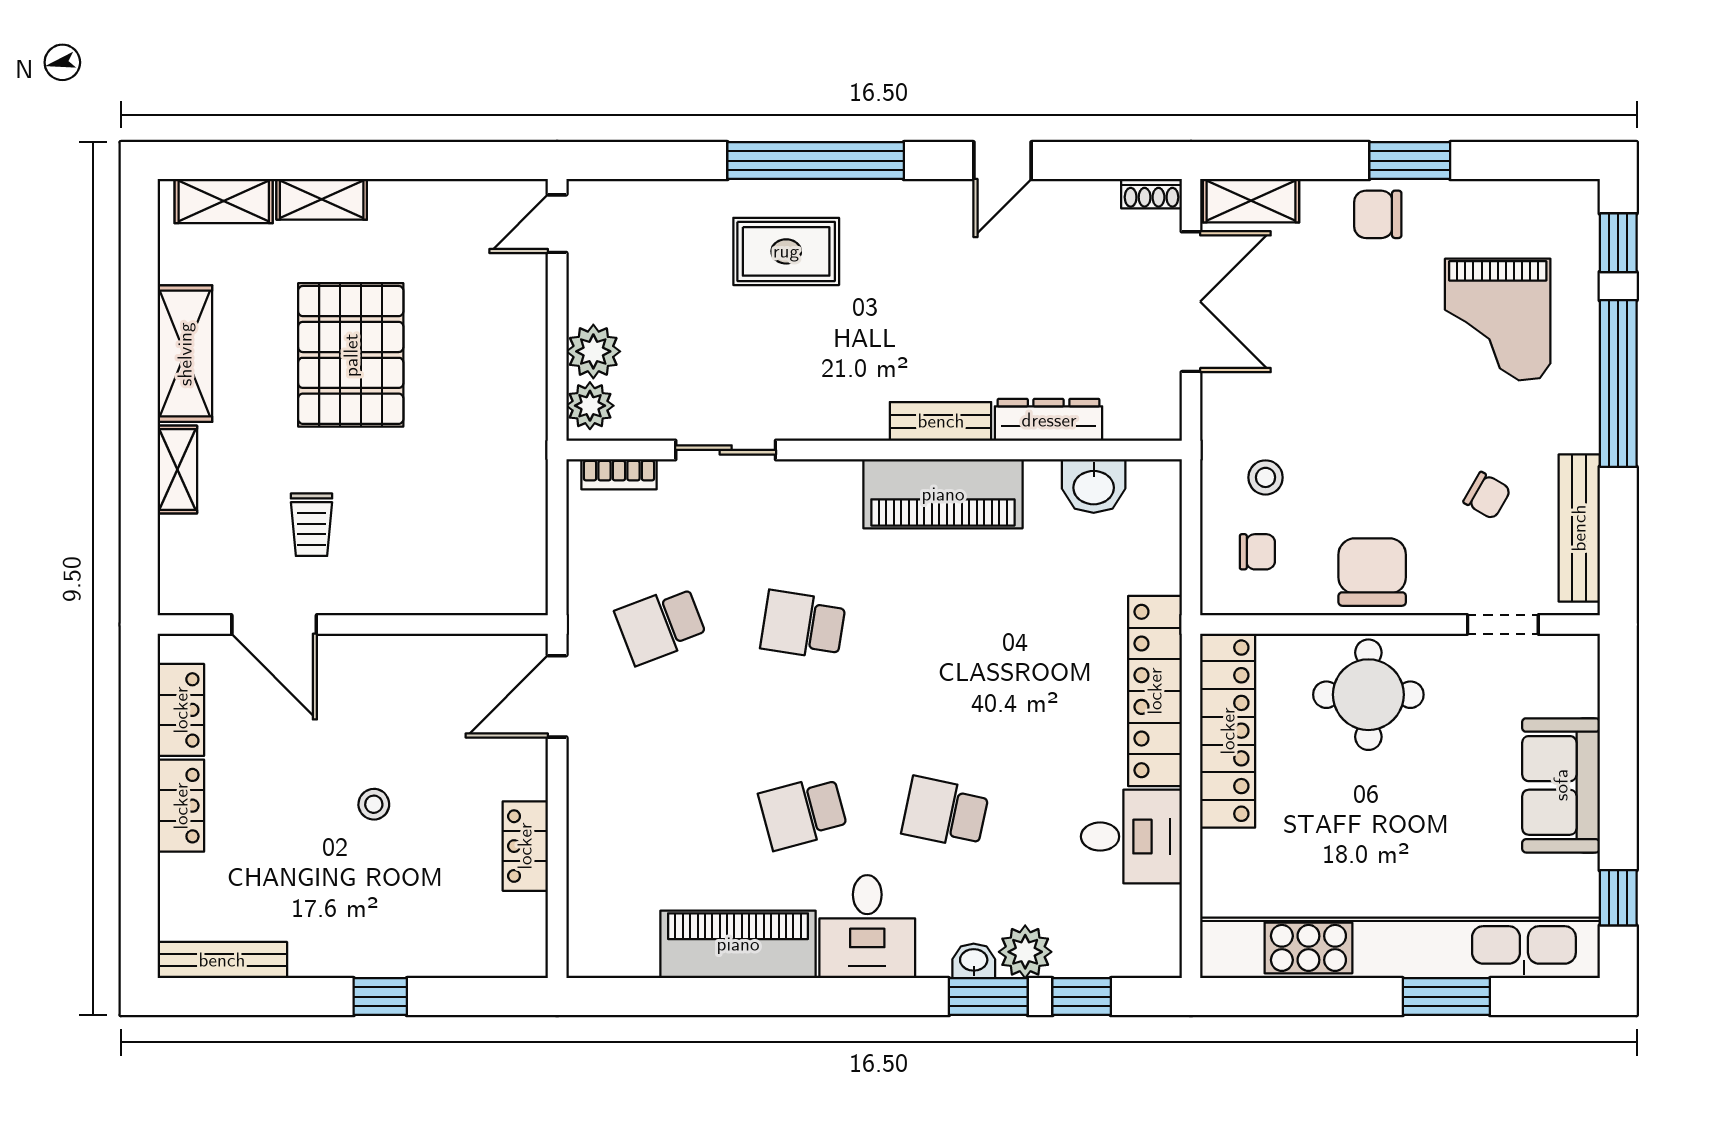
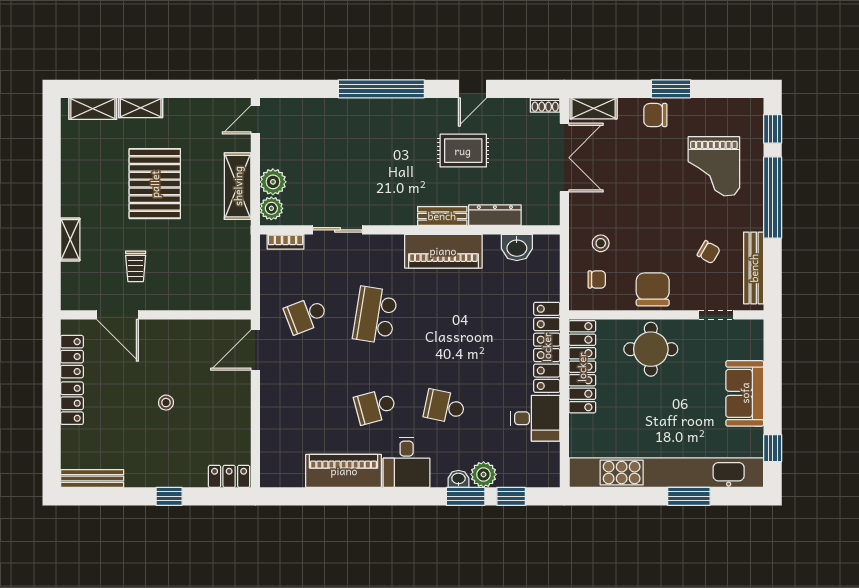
rug: (786, 251) -> (463, 151), moved
shelving: (185, 354) -> (238, 186), moved
school desk: (803, 625) -> (375, 315), width x1.85
locker: (525, 846) -> (229, 476), moved, turned 90

